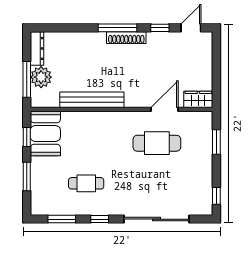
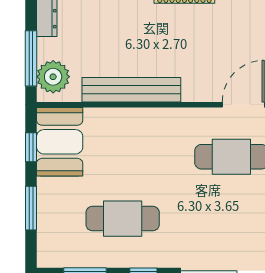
plant: (41, 77) -> (53, 77), moved
cafe table: (86, 183) -> (123, 219), width x1.37, depth x1.35

